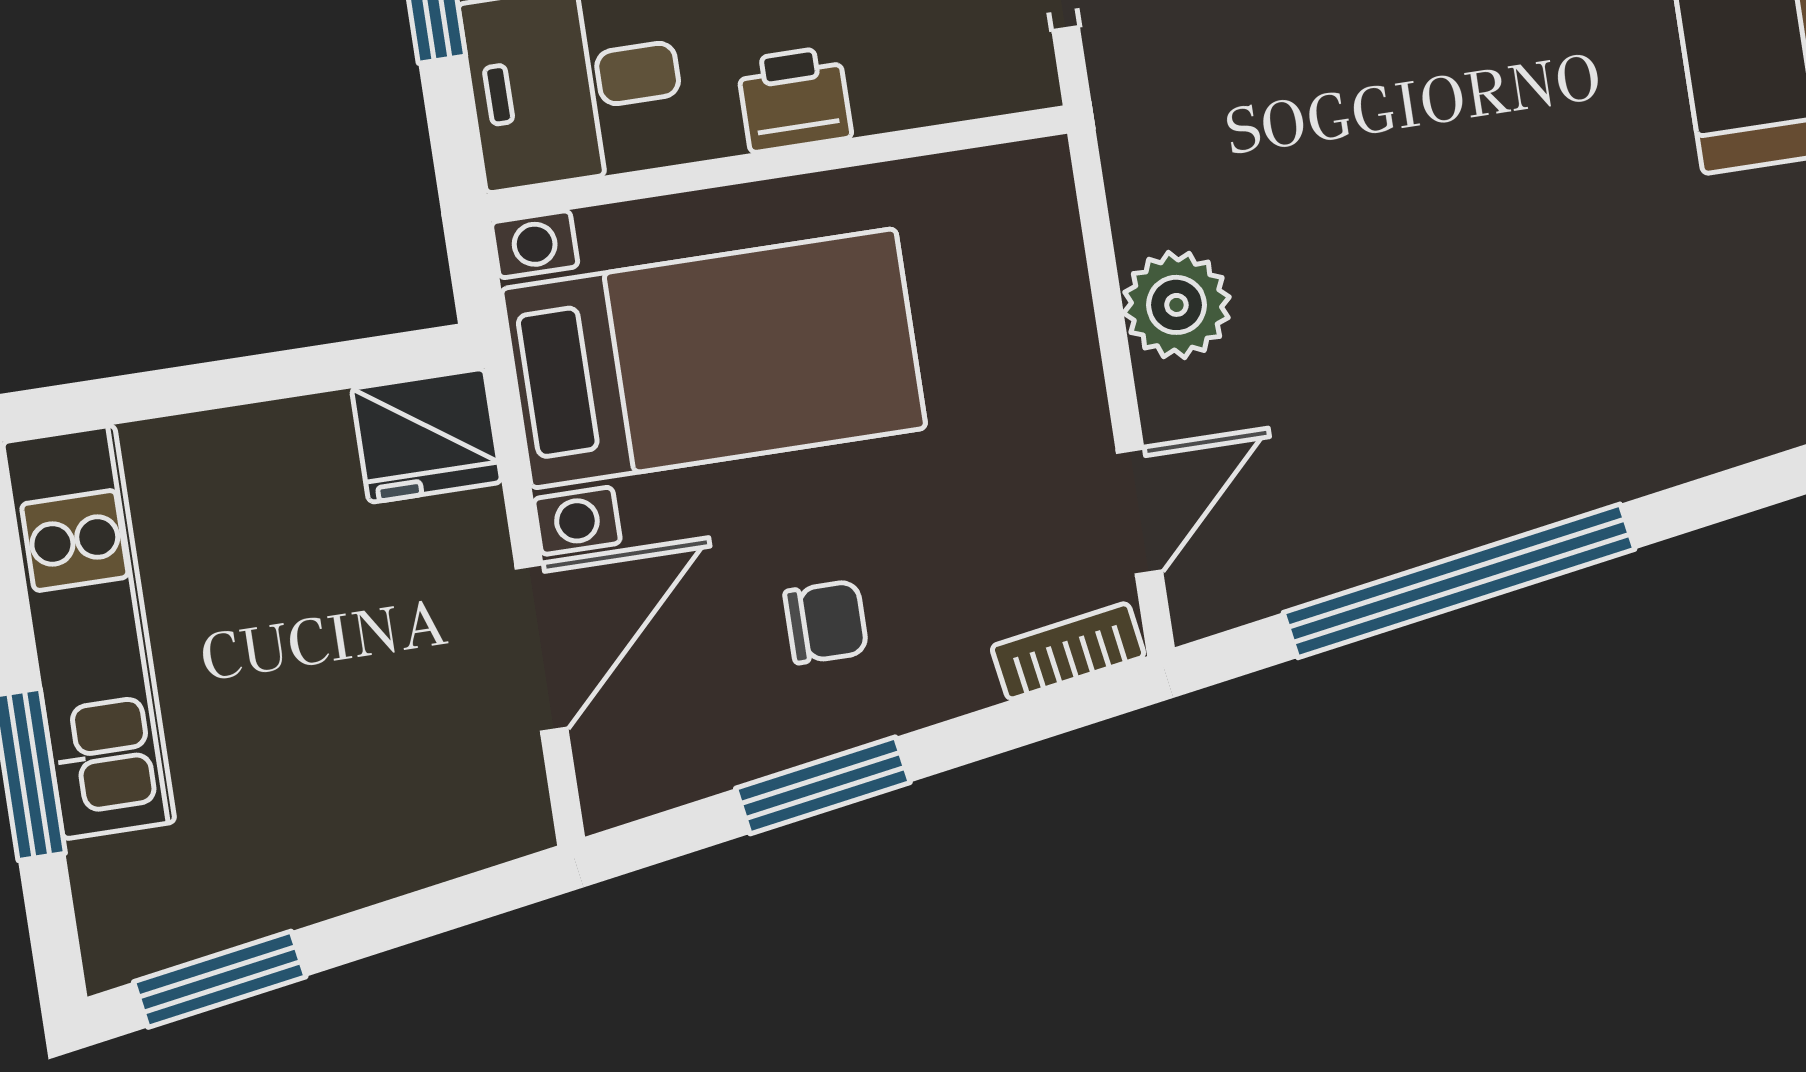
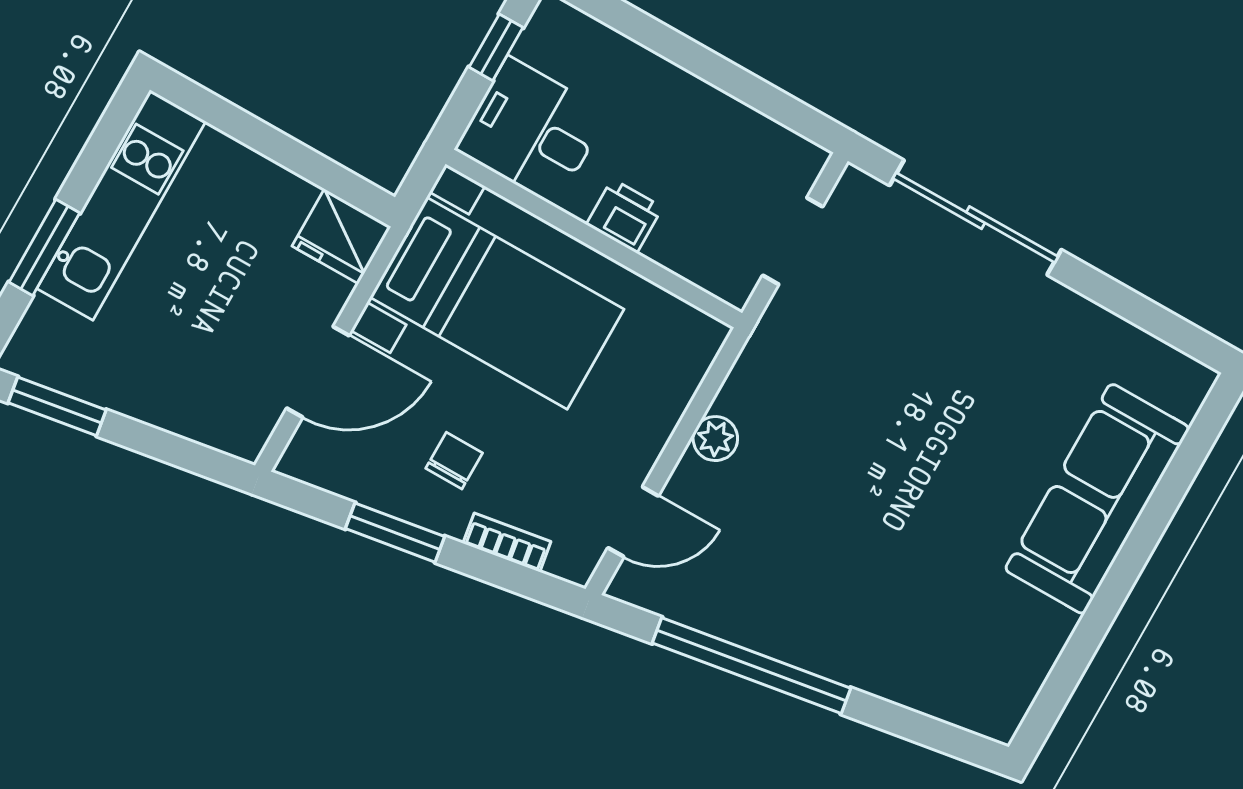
plant: (1176, 305) -> (715, 439), width x0.73, depth x0.73
chair: (826, 622) -> (454, 461), turned -90
bookcase: (1068, 651) -> (507, 542), moved

